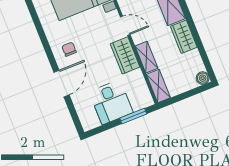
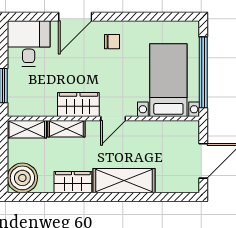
boiler: (203, 78) -> (22, 178), width x1.86, depth x1.86
door: (61, 84) -> (75, 17), hinge flipped
desk: (111, 102) -> (29, 43), moved, turned 90

